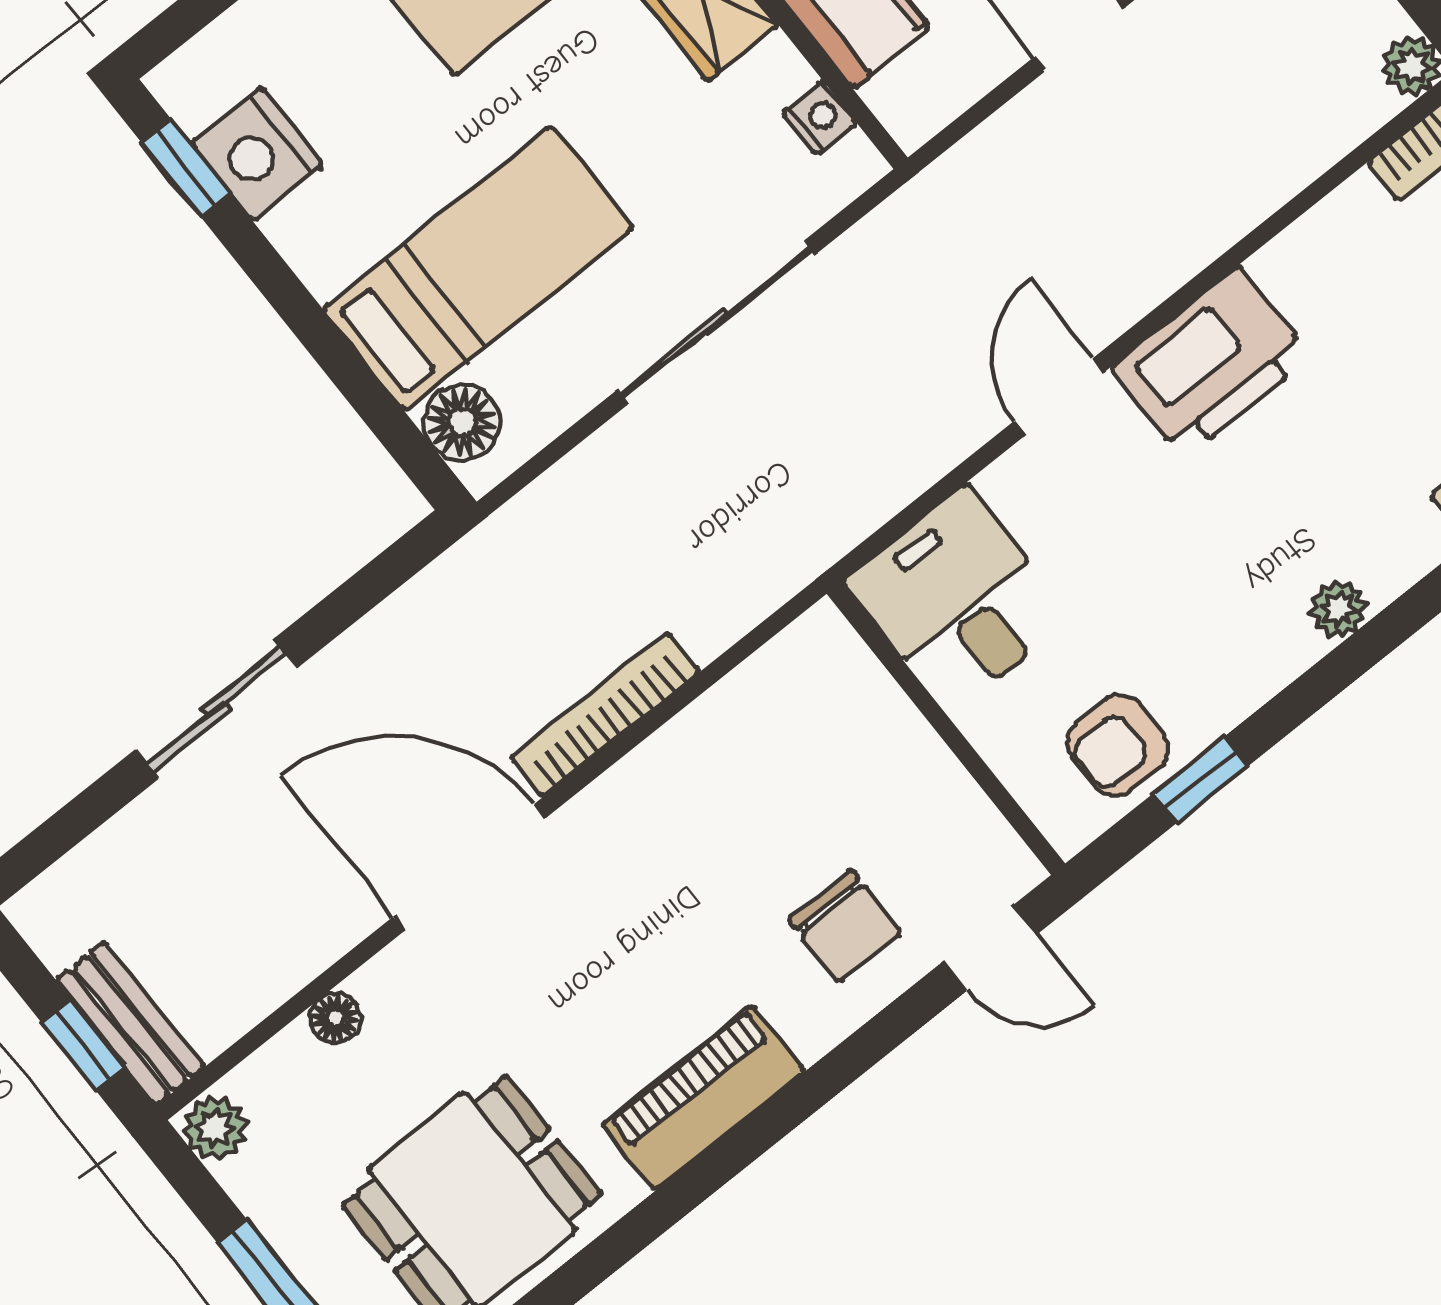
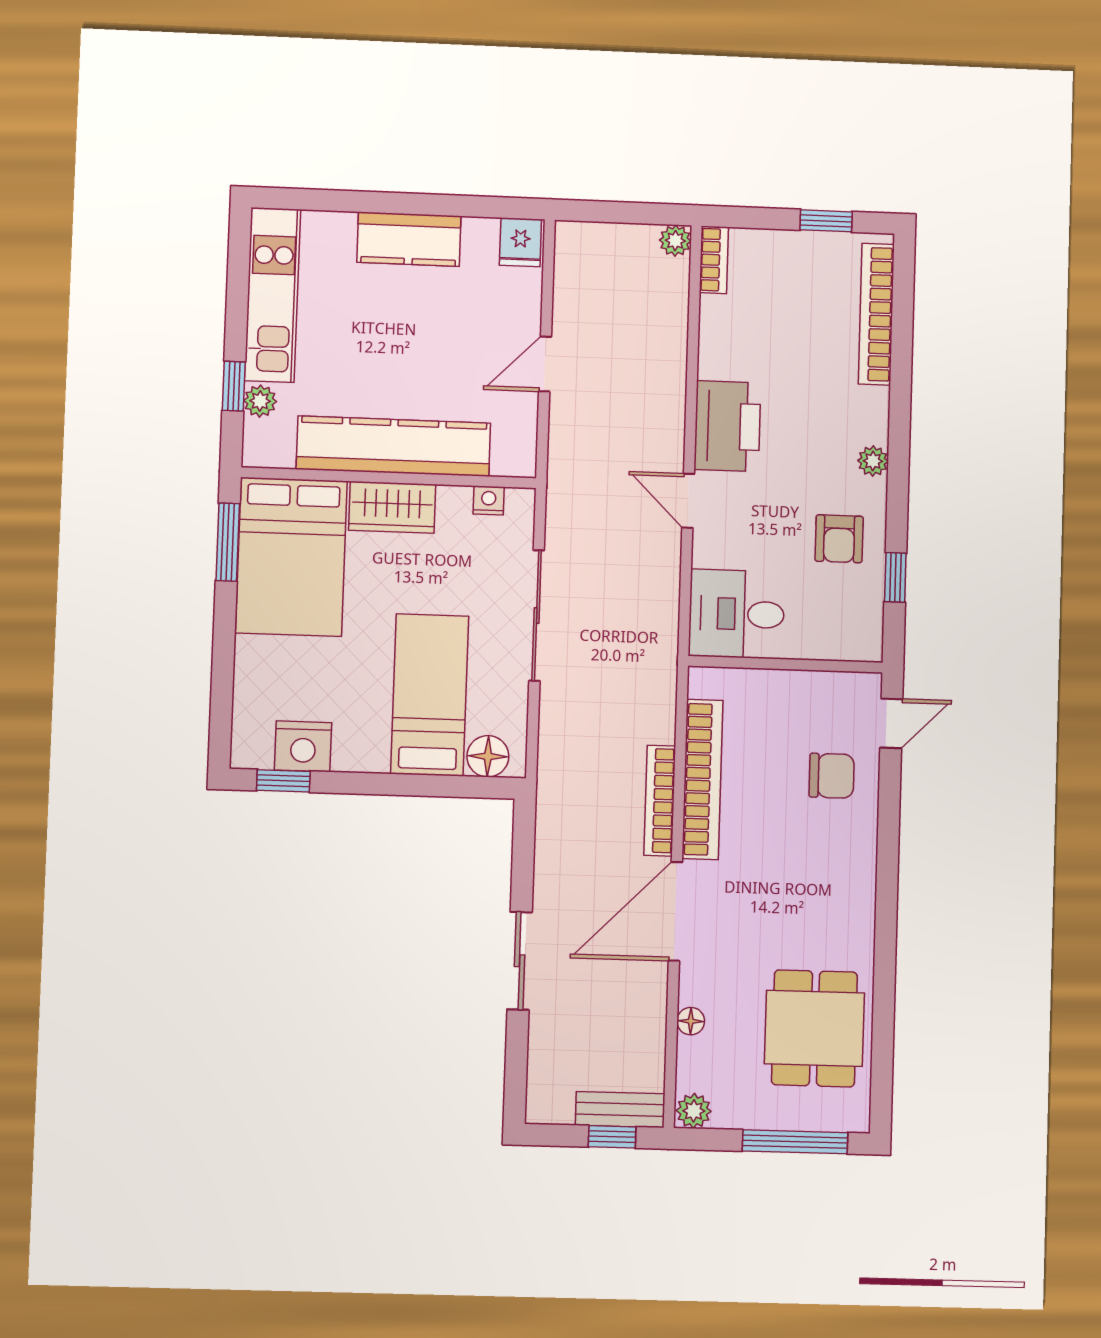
armchair: (1118, 745) -> (839, 539), moved
bookcase: (685, 749) -> (702, 779), added
piano: (703, 1098) -> (853, 895), removed

